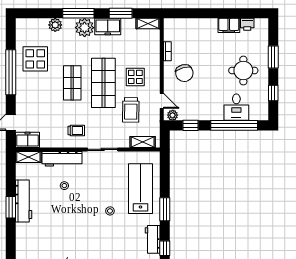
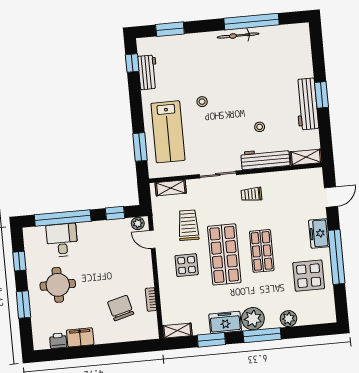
chair: (184, 73) -> (121, 308), moved
freezer: (28, 140) -> (319, 233), moved, turned 90
window: (165, 209) -> (140, 147), moved

